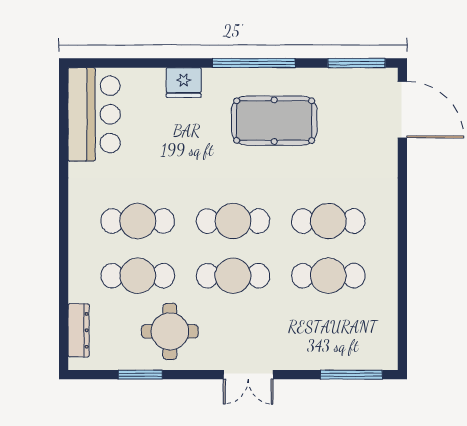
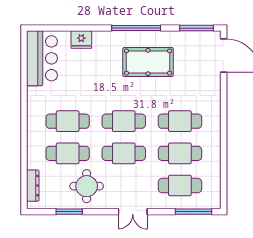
fridge: (184, 83) -> (81, 40), moved
cafe table: (328, 330) -> (180, 186), added

